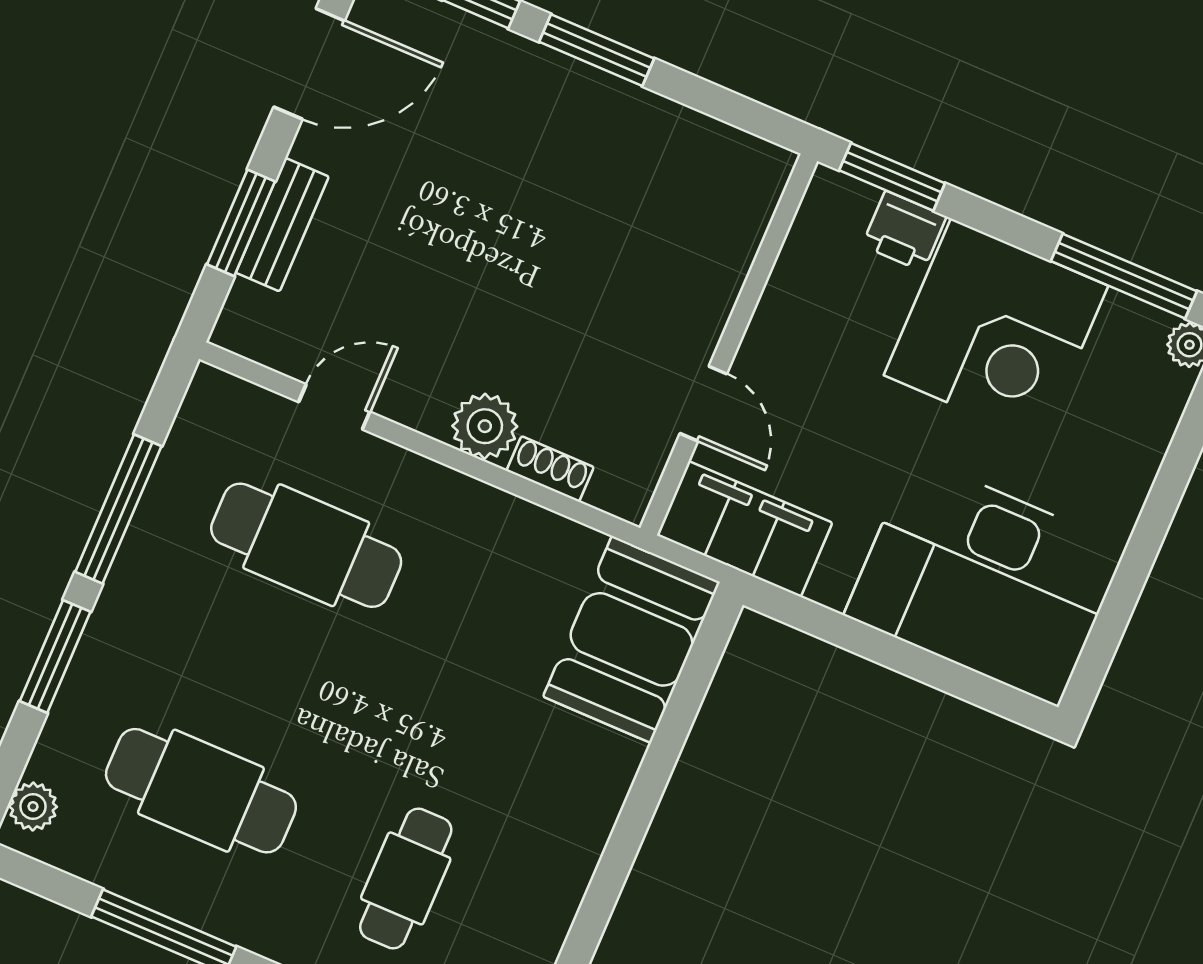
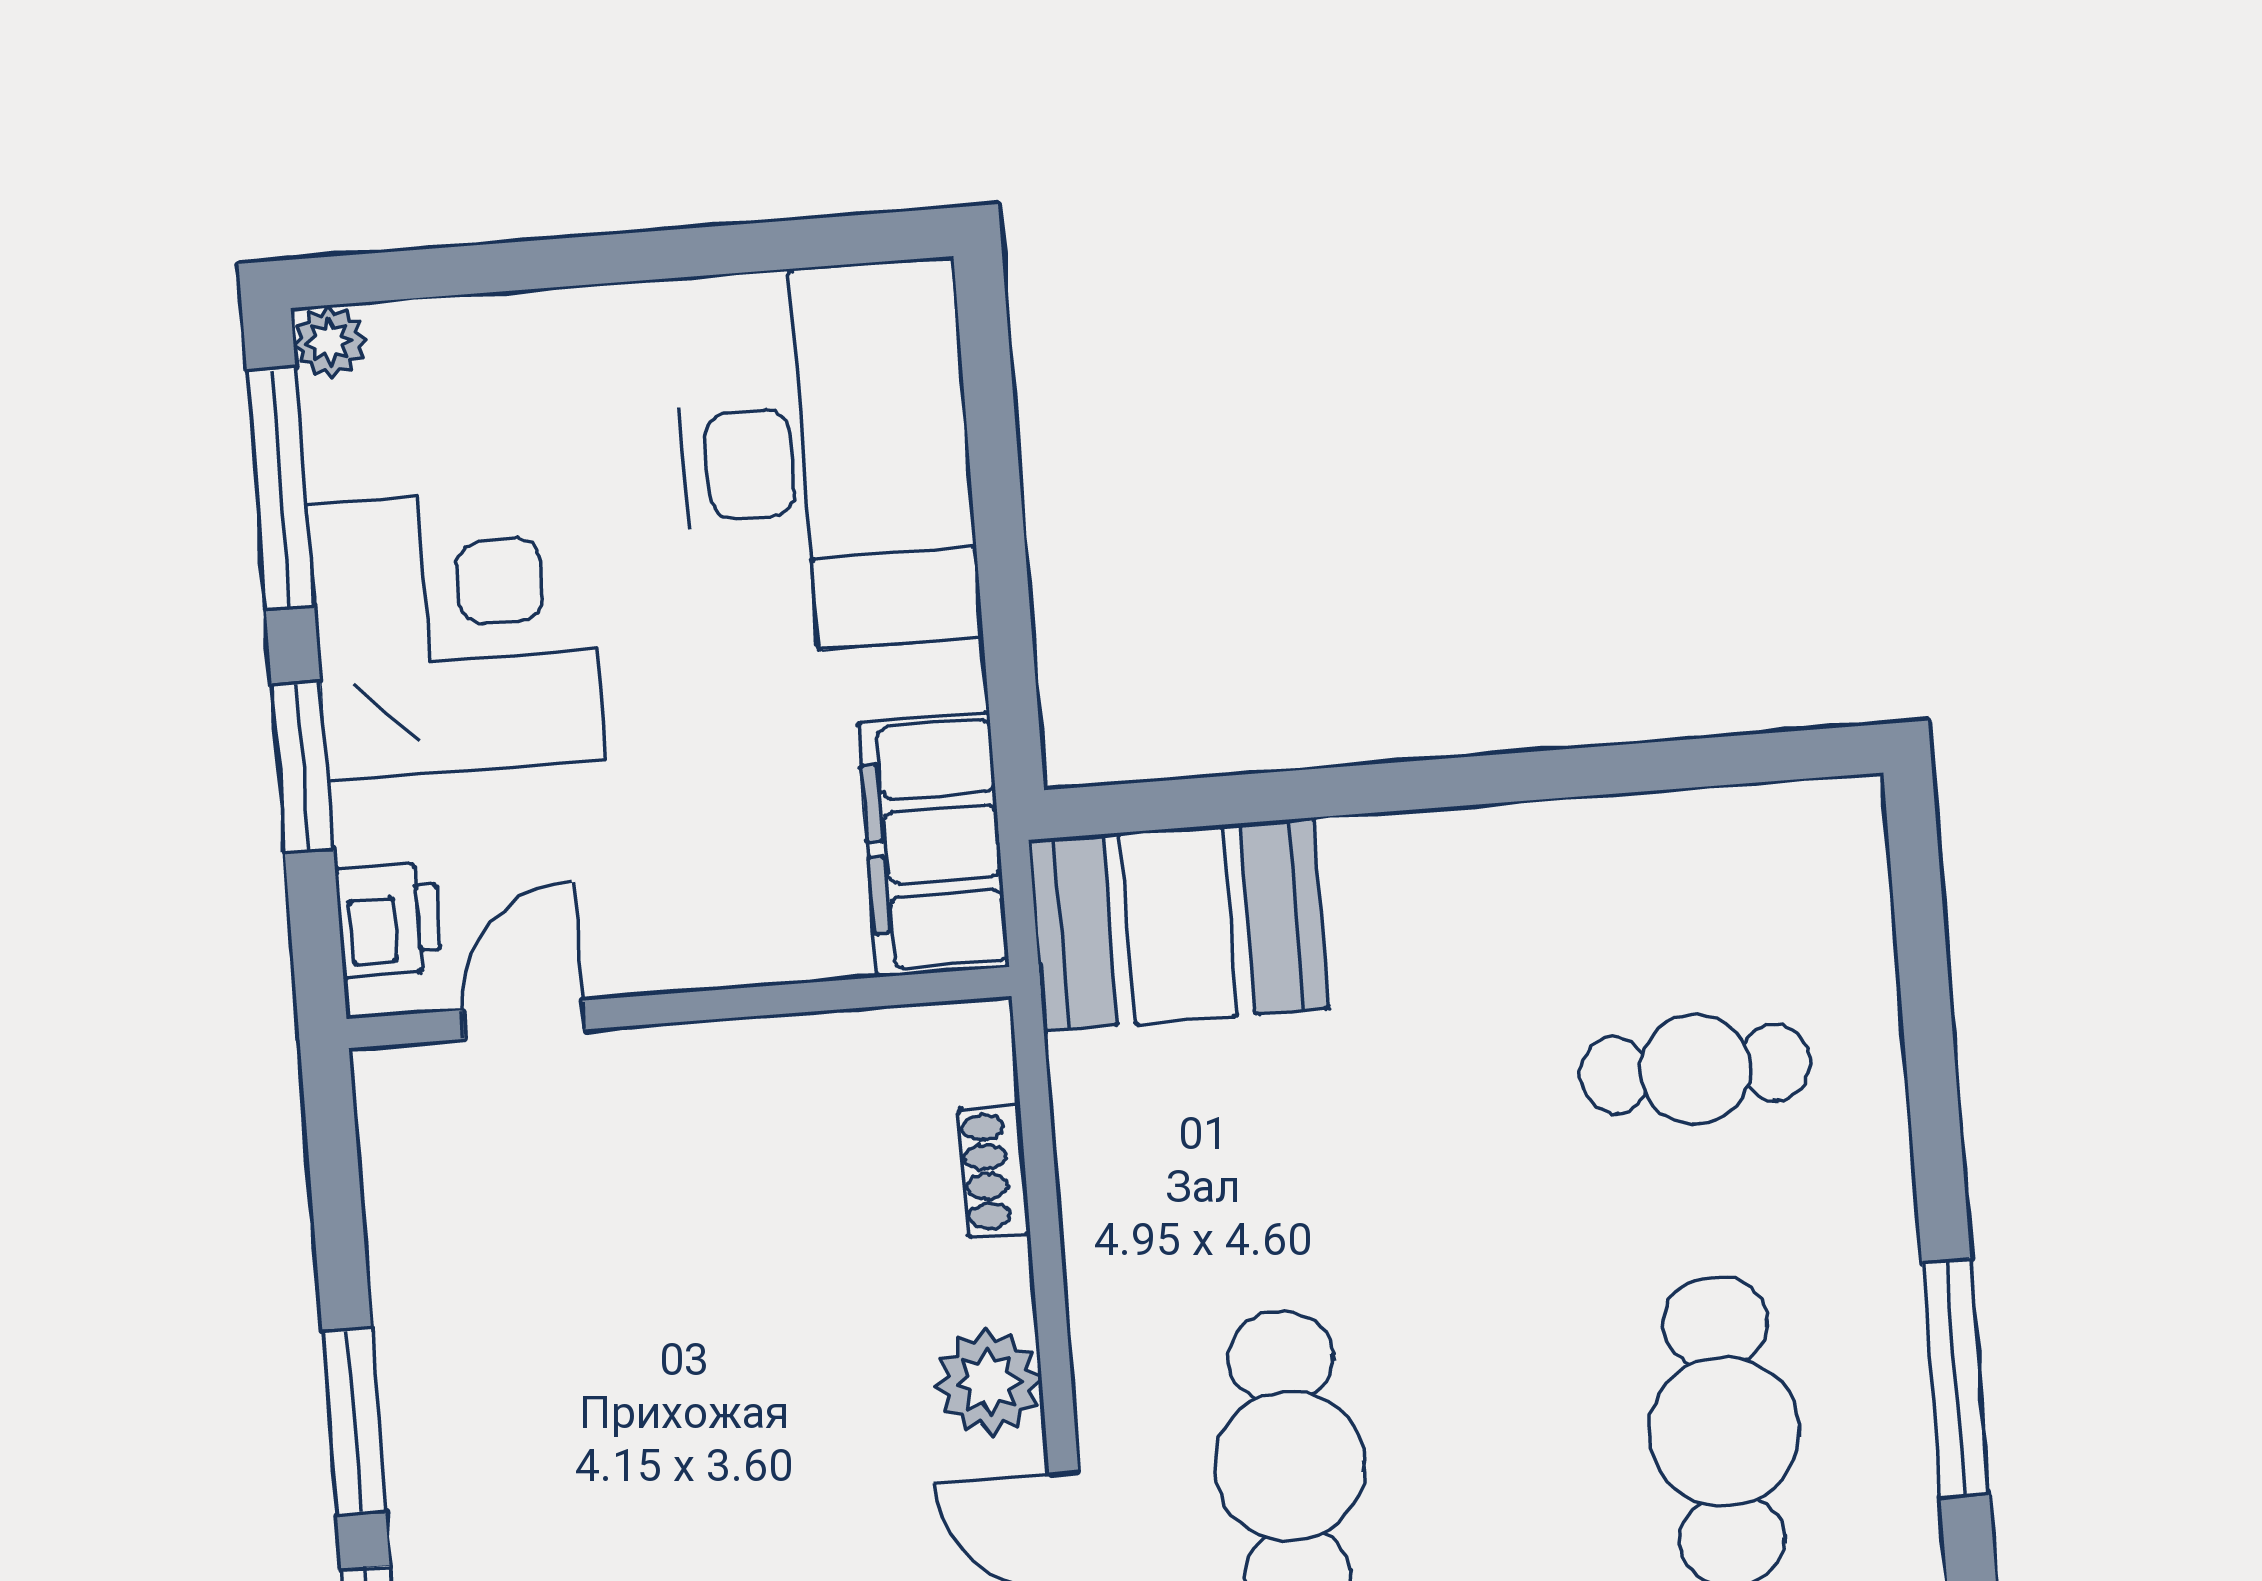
window: (892, 177) -> (302, 767), moved
printer: (904, 231) -> (388, 920), moved
door: (703, 404) -> (523, 1020), moved
plant: (485, 426) -> (989, 1382), moved

